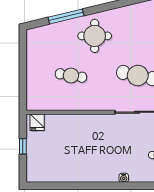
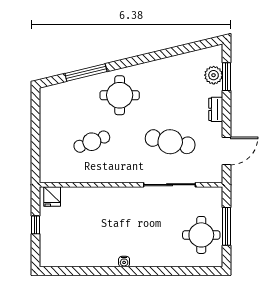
cafe table: (71, 76) -> (92, 142), turned -30
water cooler: (124, 178) -> (124, 262), moved

